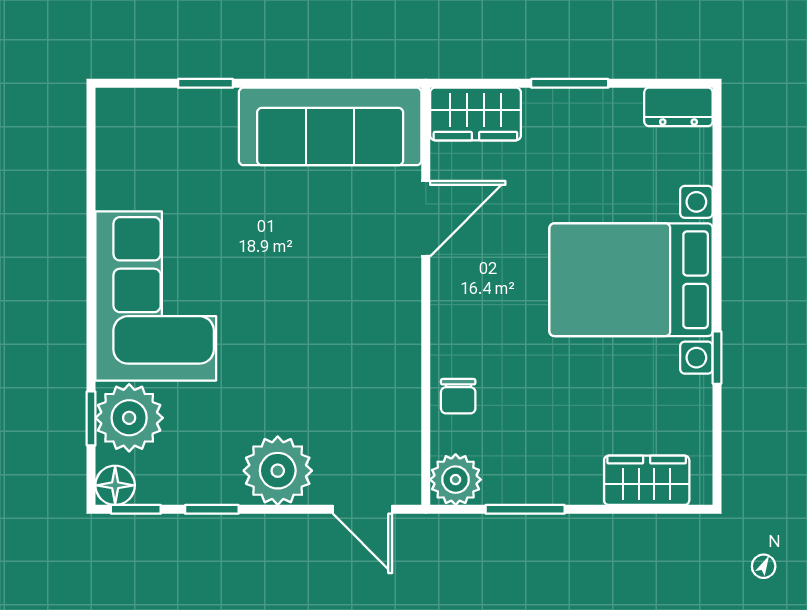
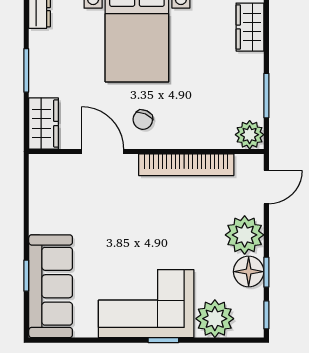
sofa: (330, 126) -> (51, 286), moved
bookcase: (402, 367) -> (186, 165), added
chair: (458, 396) -> (143, 120), moved, turned 114
window: (91, 418) -> (163, 340), moved
floor lamp: (115, 485) -> (249, 272), moved, width x1.38, depth x1.38

